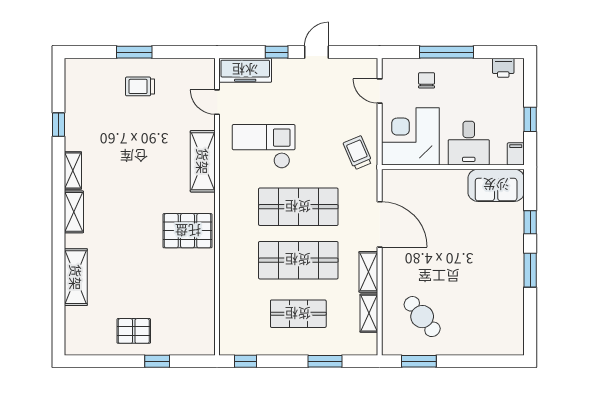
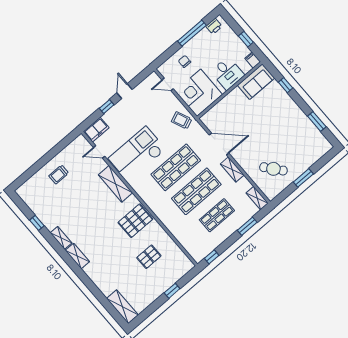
window: (134, 52) -> (43, 161), removed
window: (447, 52) -> (192, 33), moved
freezer: (245, 70) -> (96, 130), width x0.71
checkout: (264, 146) -> (137, 154), width x1.36, depth x1.21
window: (530, 270) -> (317, 122), moved
shelving: (76, 277) -> (122, 307), moved
shelving: (369, 313) -> (257, 198), moved
pallet: (134, 331) -> (149, 257), moved
window: (419, 361) -> (303, 178), moved

